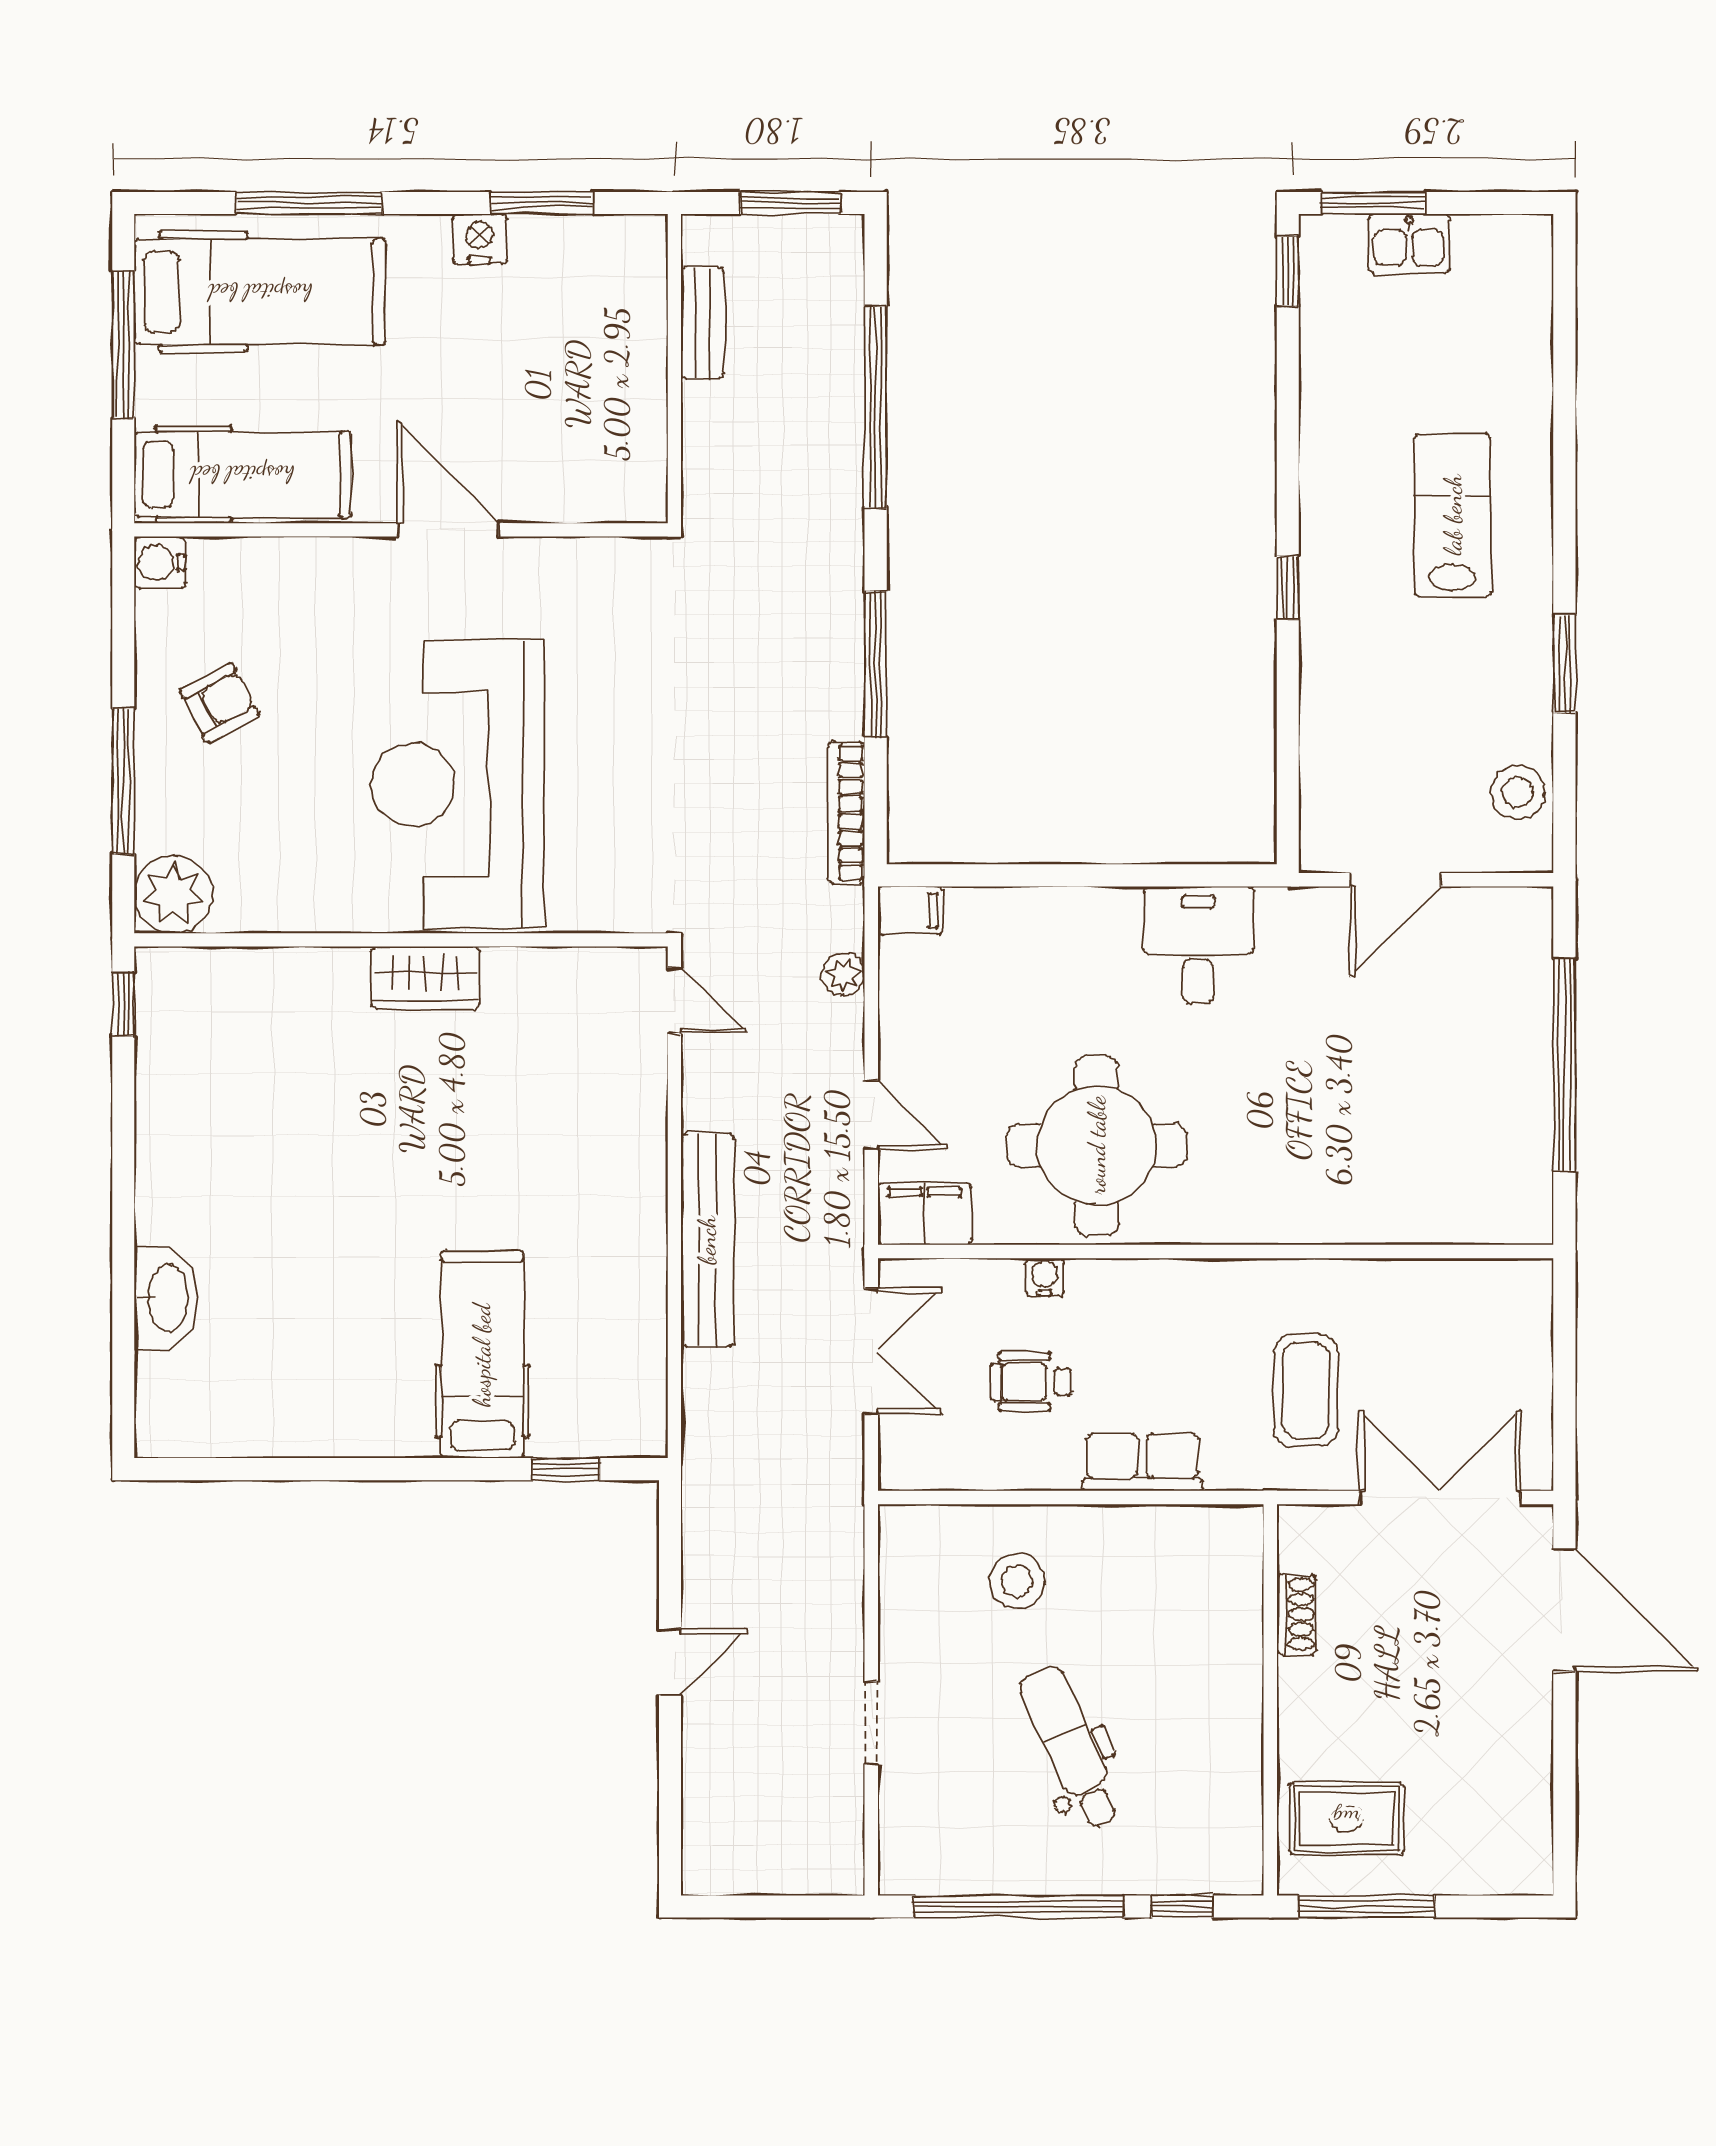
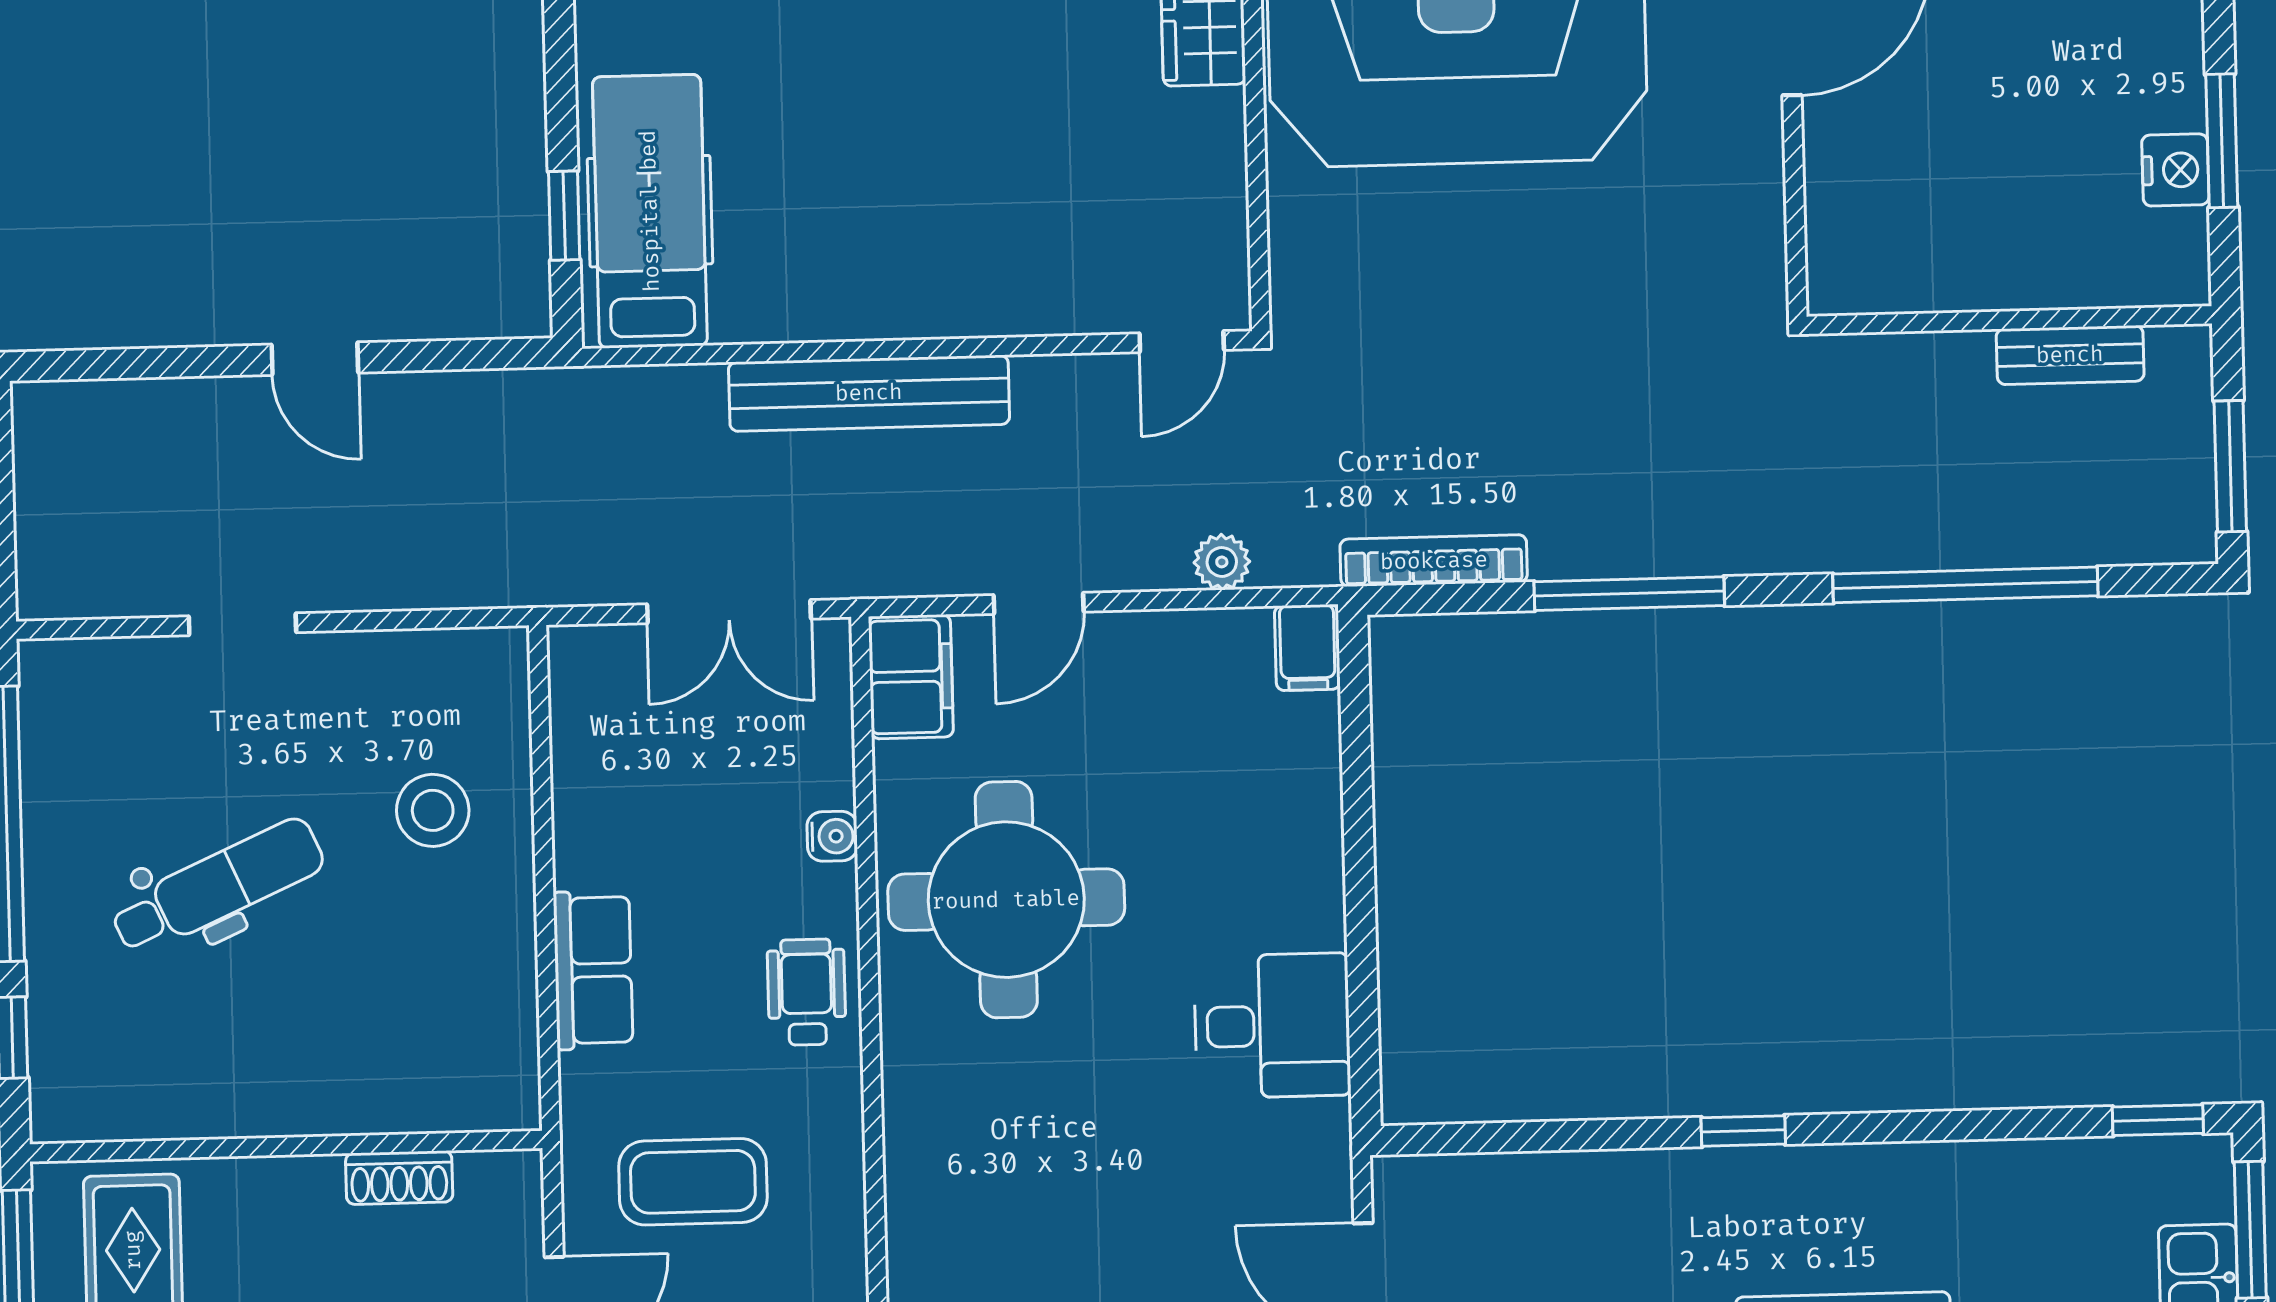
nightstand: (479, 239) -> (2175, 170), moved
hospital bed: (482, 1355) -> (650, 211), moved, turned -90
wheelchair: (1031, 1382) -> (807, 992), moved

